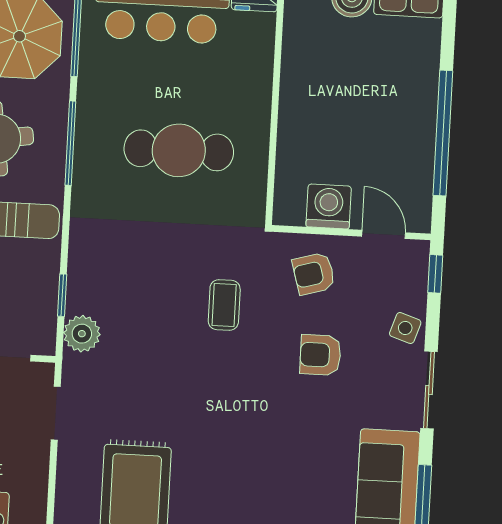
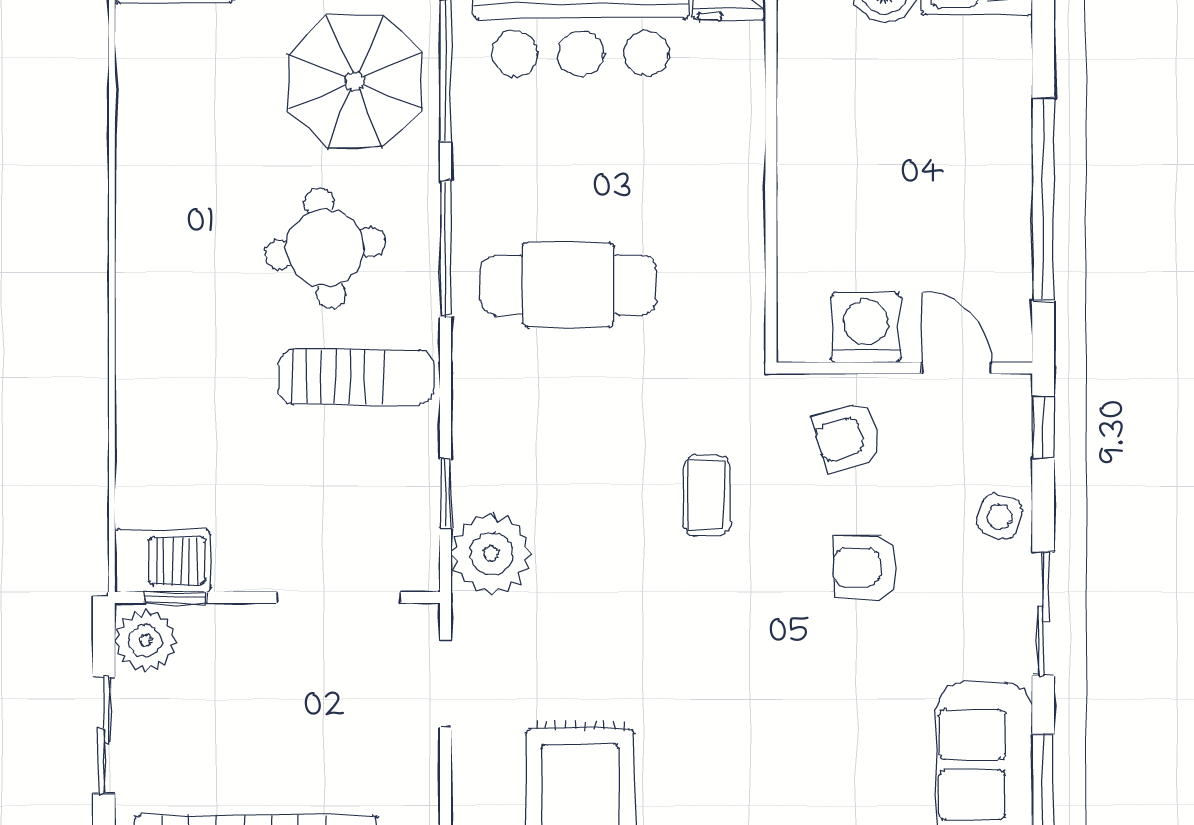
cafe table: (179, 150) -> (568, 285), moved
plant: (82, 334) -> (491, 554), width x1.36, depth x1.36

